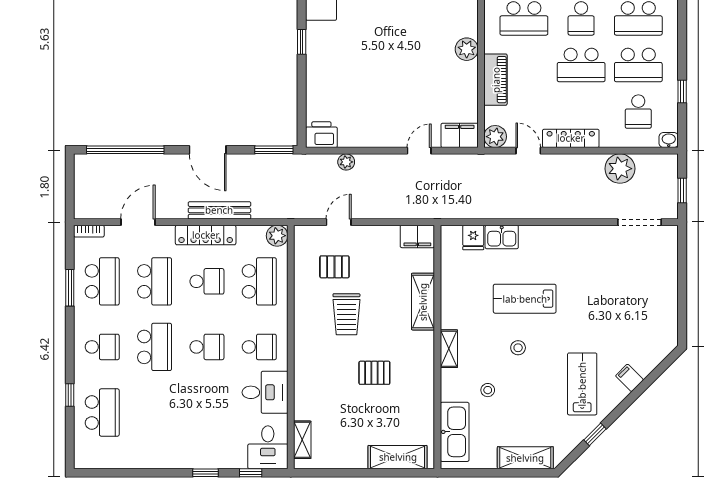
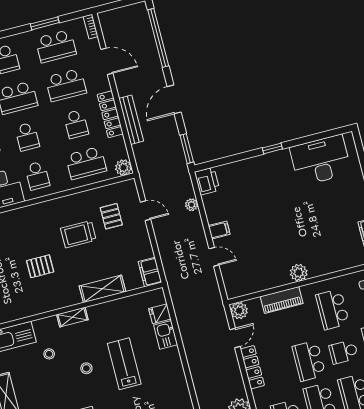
filing cabinet: (460, 135) -> (219, 230), moved, width x0.50
pallet: (374, 373) -> (40, 266), turned 90

